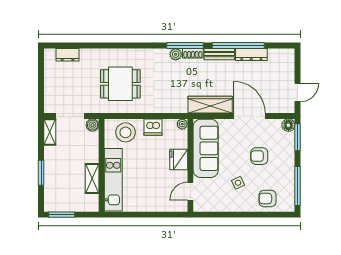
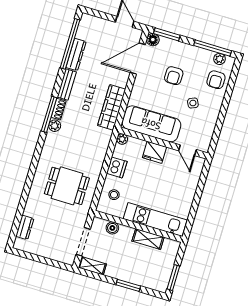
window: (238, 46) -> (70, 44), moved
dining table: (120, 84) -> (67, 186), turned 90
door: (249, 116) -> (138, 59), moved
boiler: (93, 125) -> (112, 228), moved
stool: (125, 132) -> (114, 195), width x0.53, depth x0.53
plant: (289, 196) -> (220, 59), added

